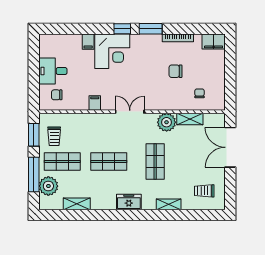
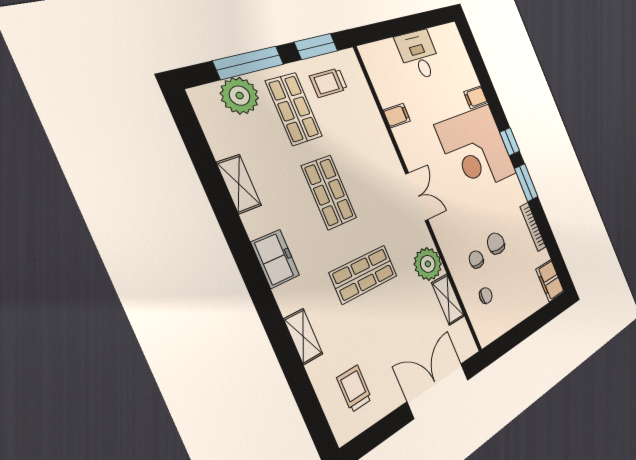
corner desk: (112, 51) -> (476, 150), width x1.36, depth x1.36
chair: (57, 95) -> (476, 259), moved
filing cabinet: (95, 103) -> (397, 116), moved
shelving: (77, 204) -> (239, 184), moved

